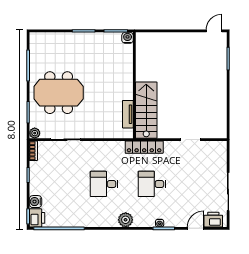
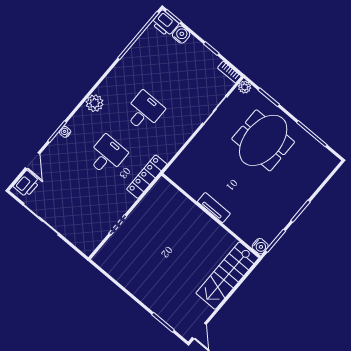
stairs: (146, 110) -> (227, 276), moved, turned 90
tv unit: (128, 114) -> (214, 208), moved

